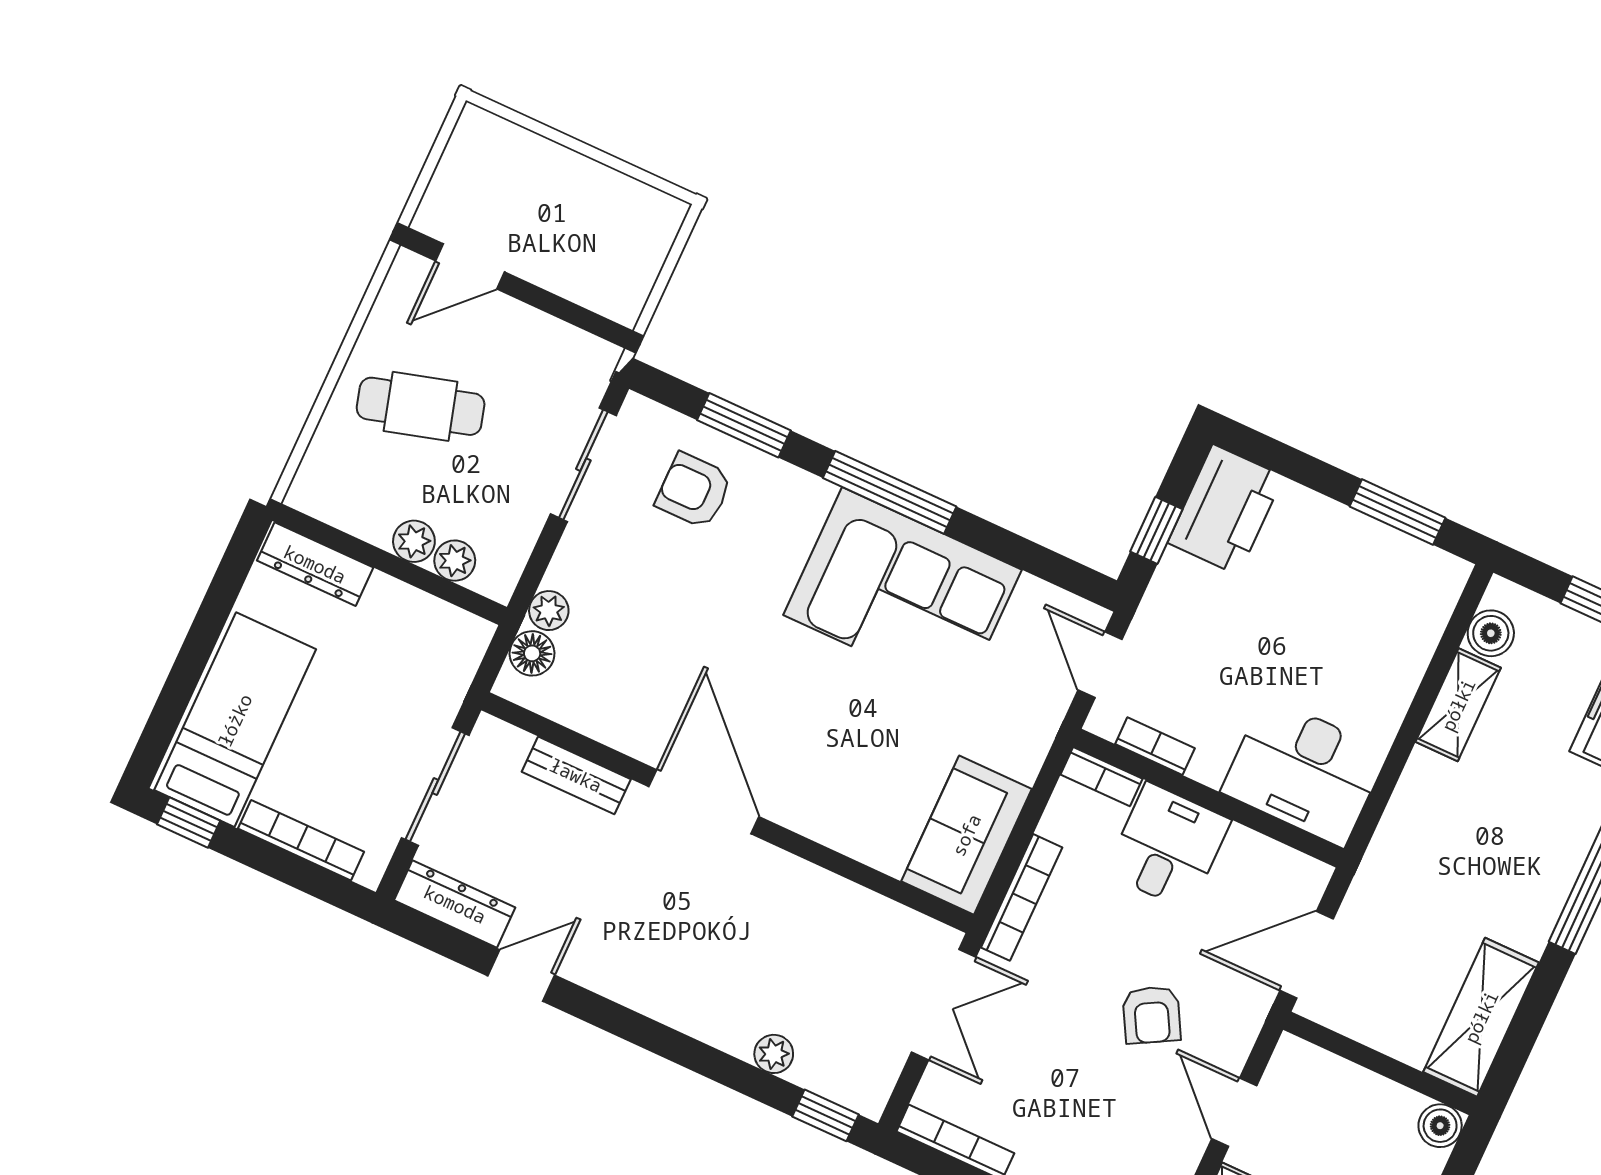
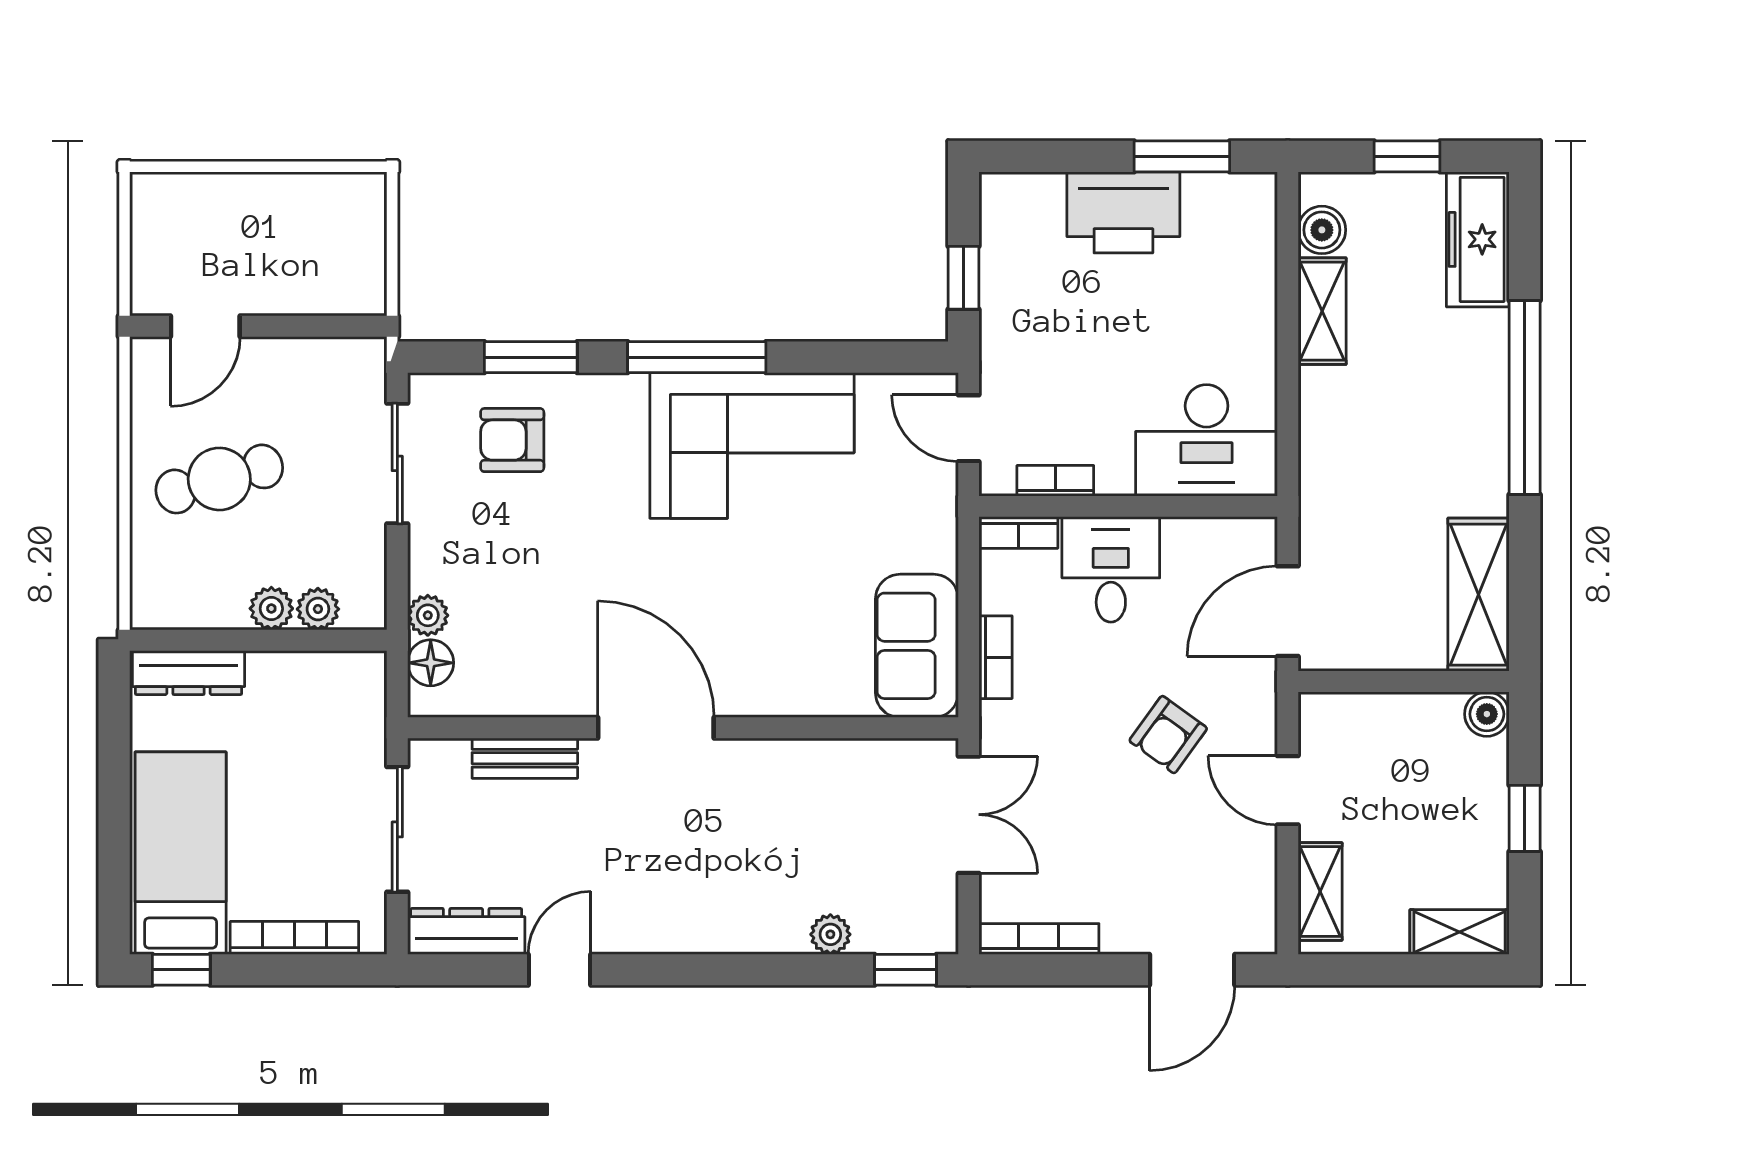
printer: (1226, 510) -> (1123, 212), moved, turned 90
bookcase: (1022, 897) -> (995, 657), width x0.64
armchair: (1152, 1015) -> (1168, 735), turned 65

